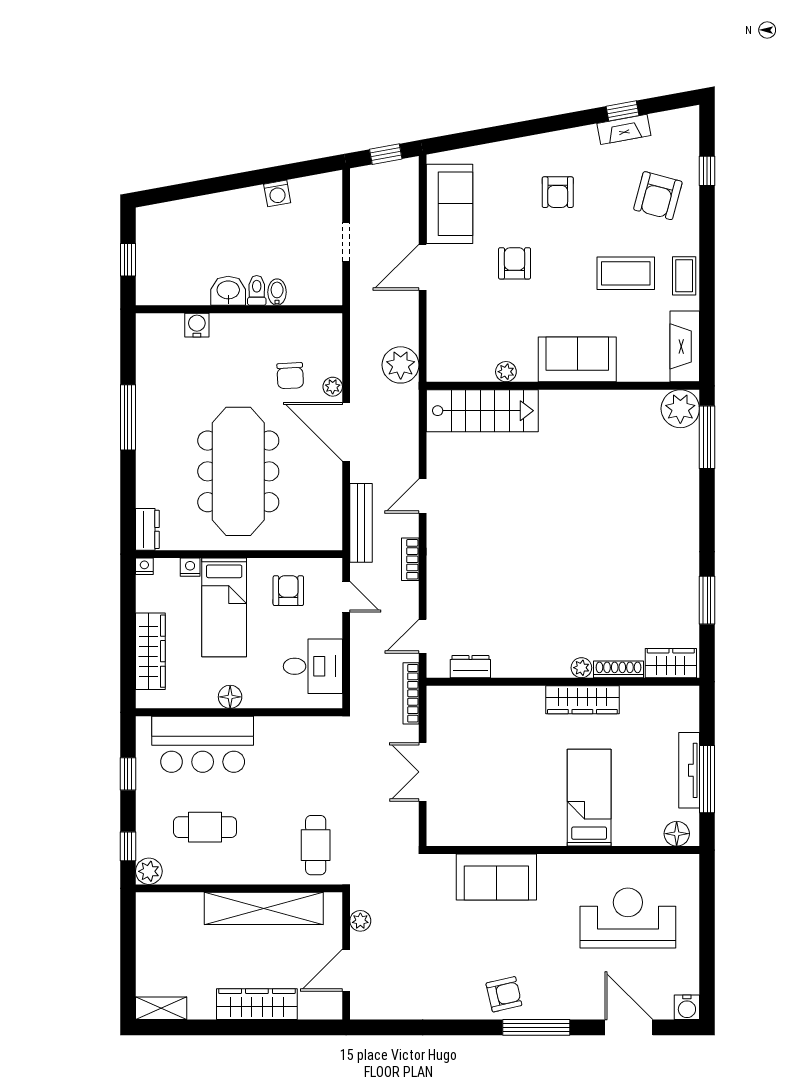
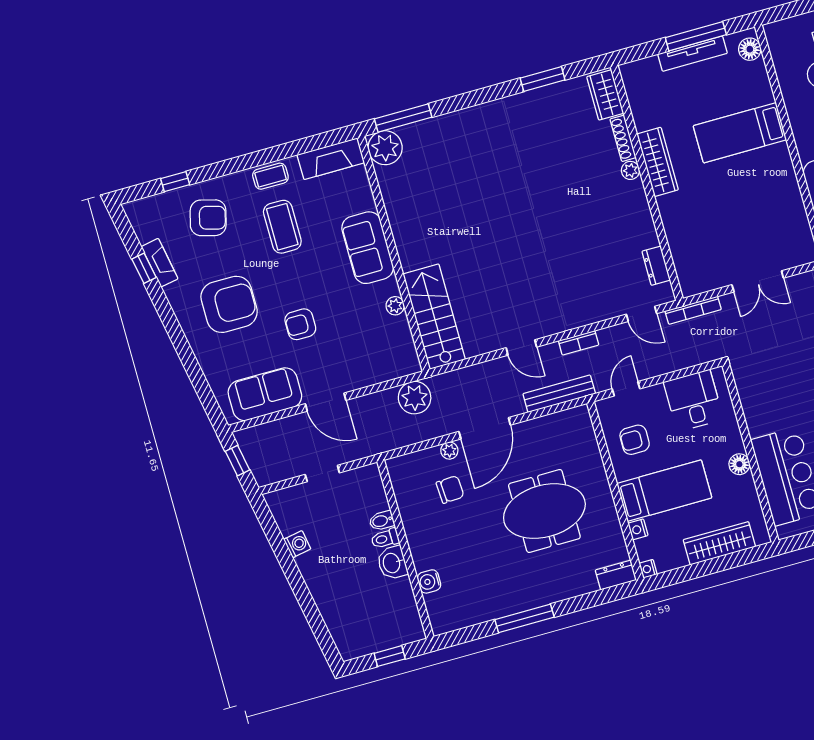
armchair: (558, 192) -> (229, 304), width x1.88, depth x1.88
meeting table: (238, 471) -> (544, 511), width x0.73

